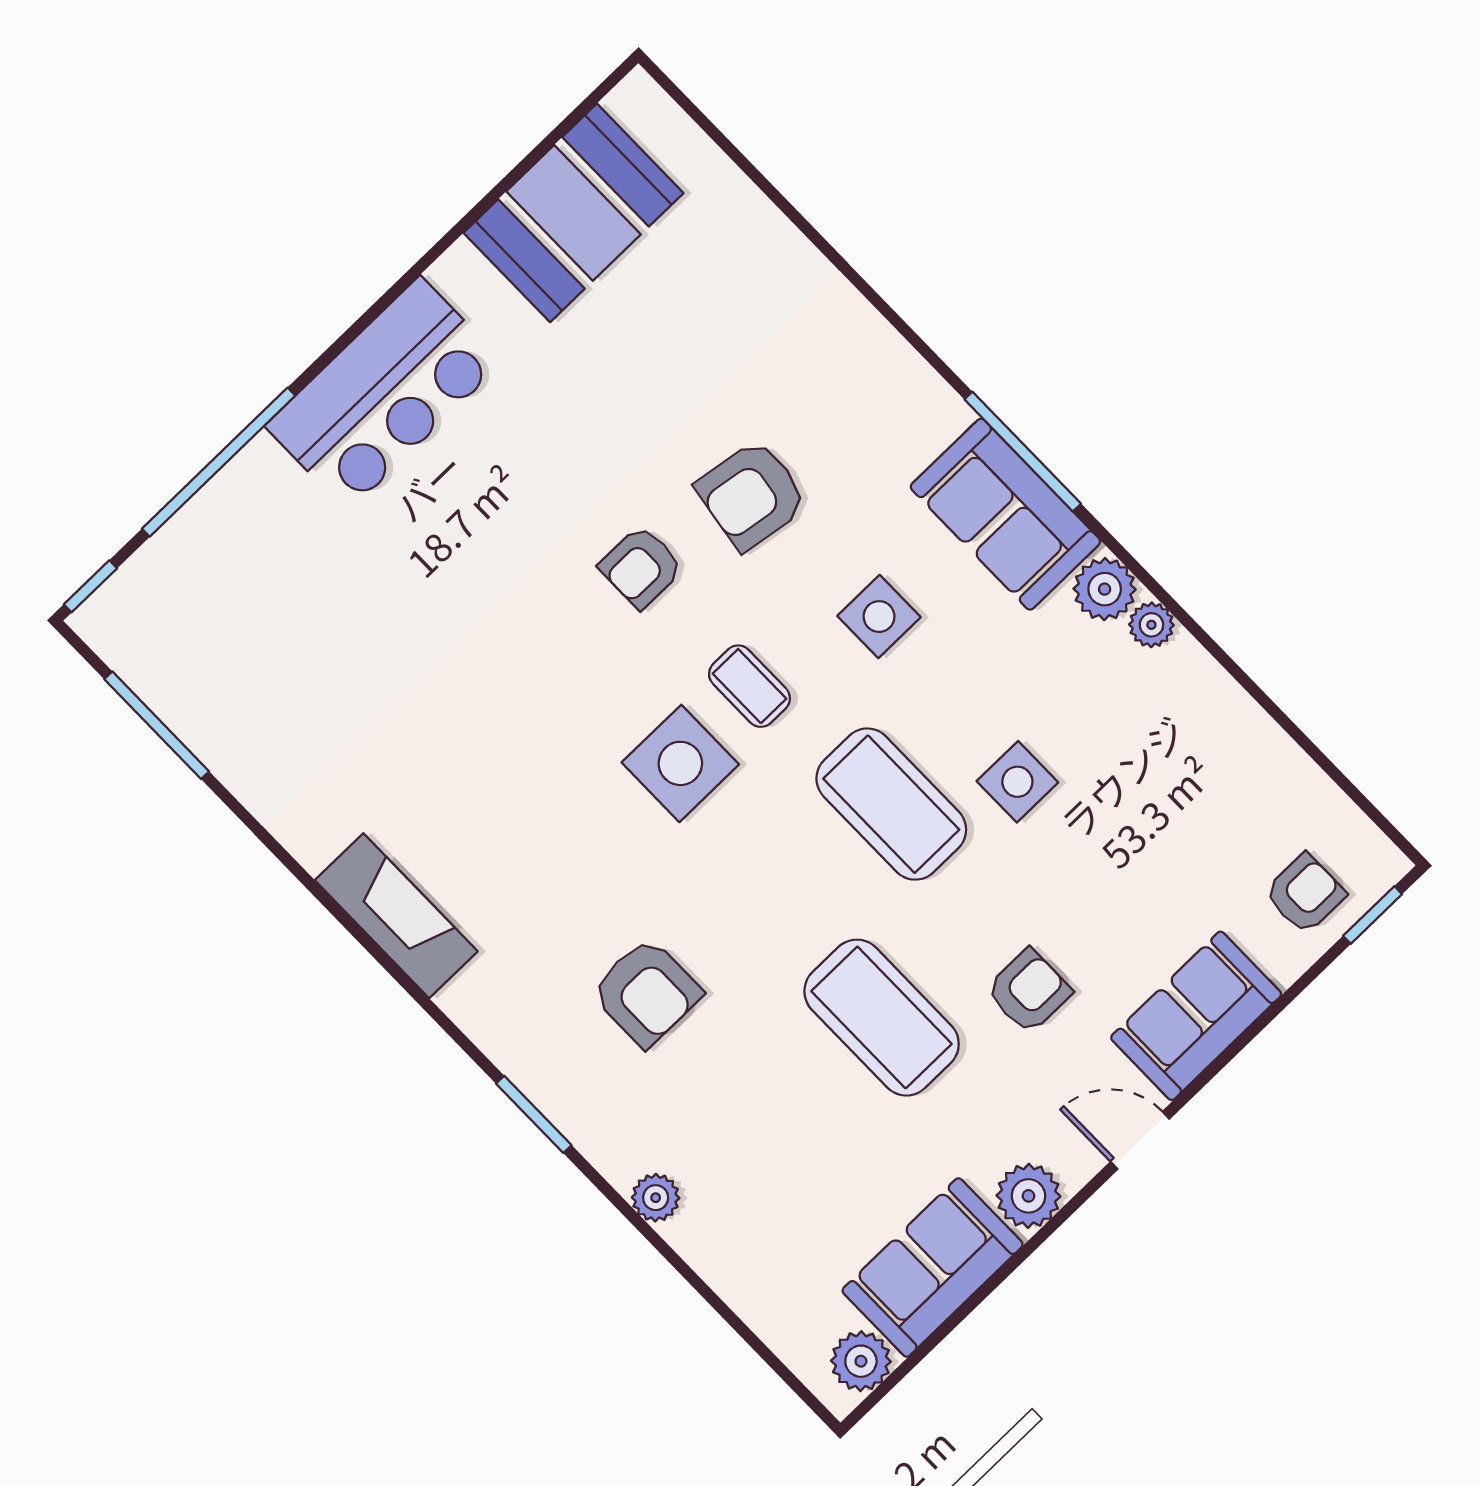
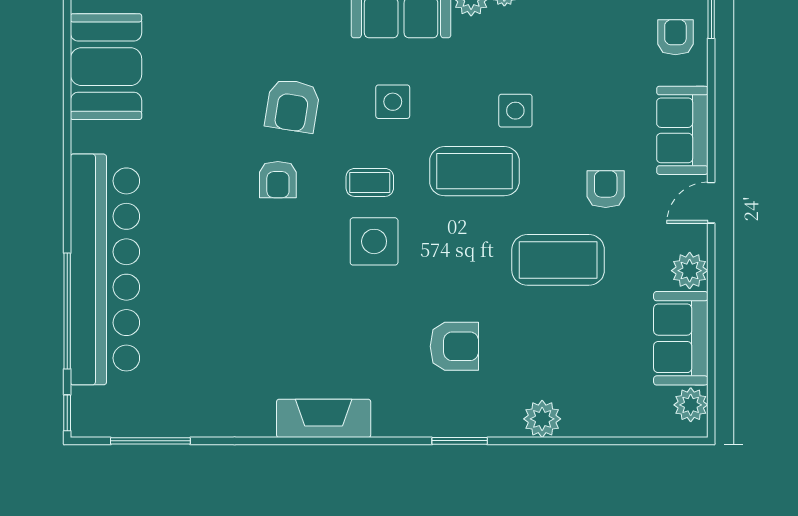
bar counter: (384, 394) -> (105, 269), width x1.86
plant: (656, 1198) -> (542, 419), width x1.38, depth x1.38

